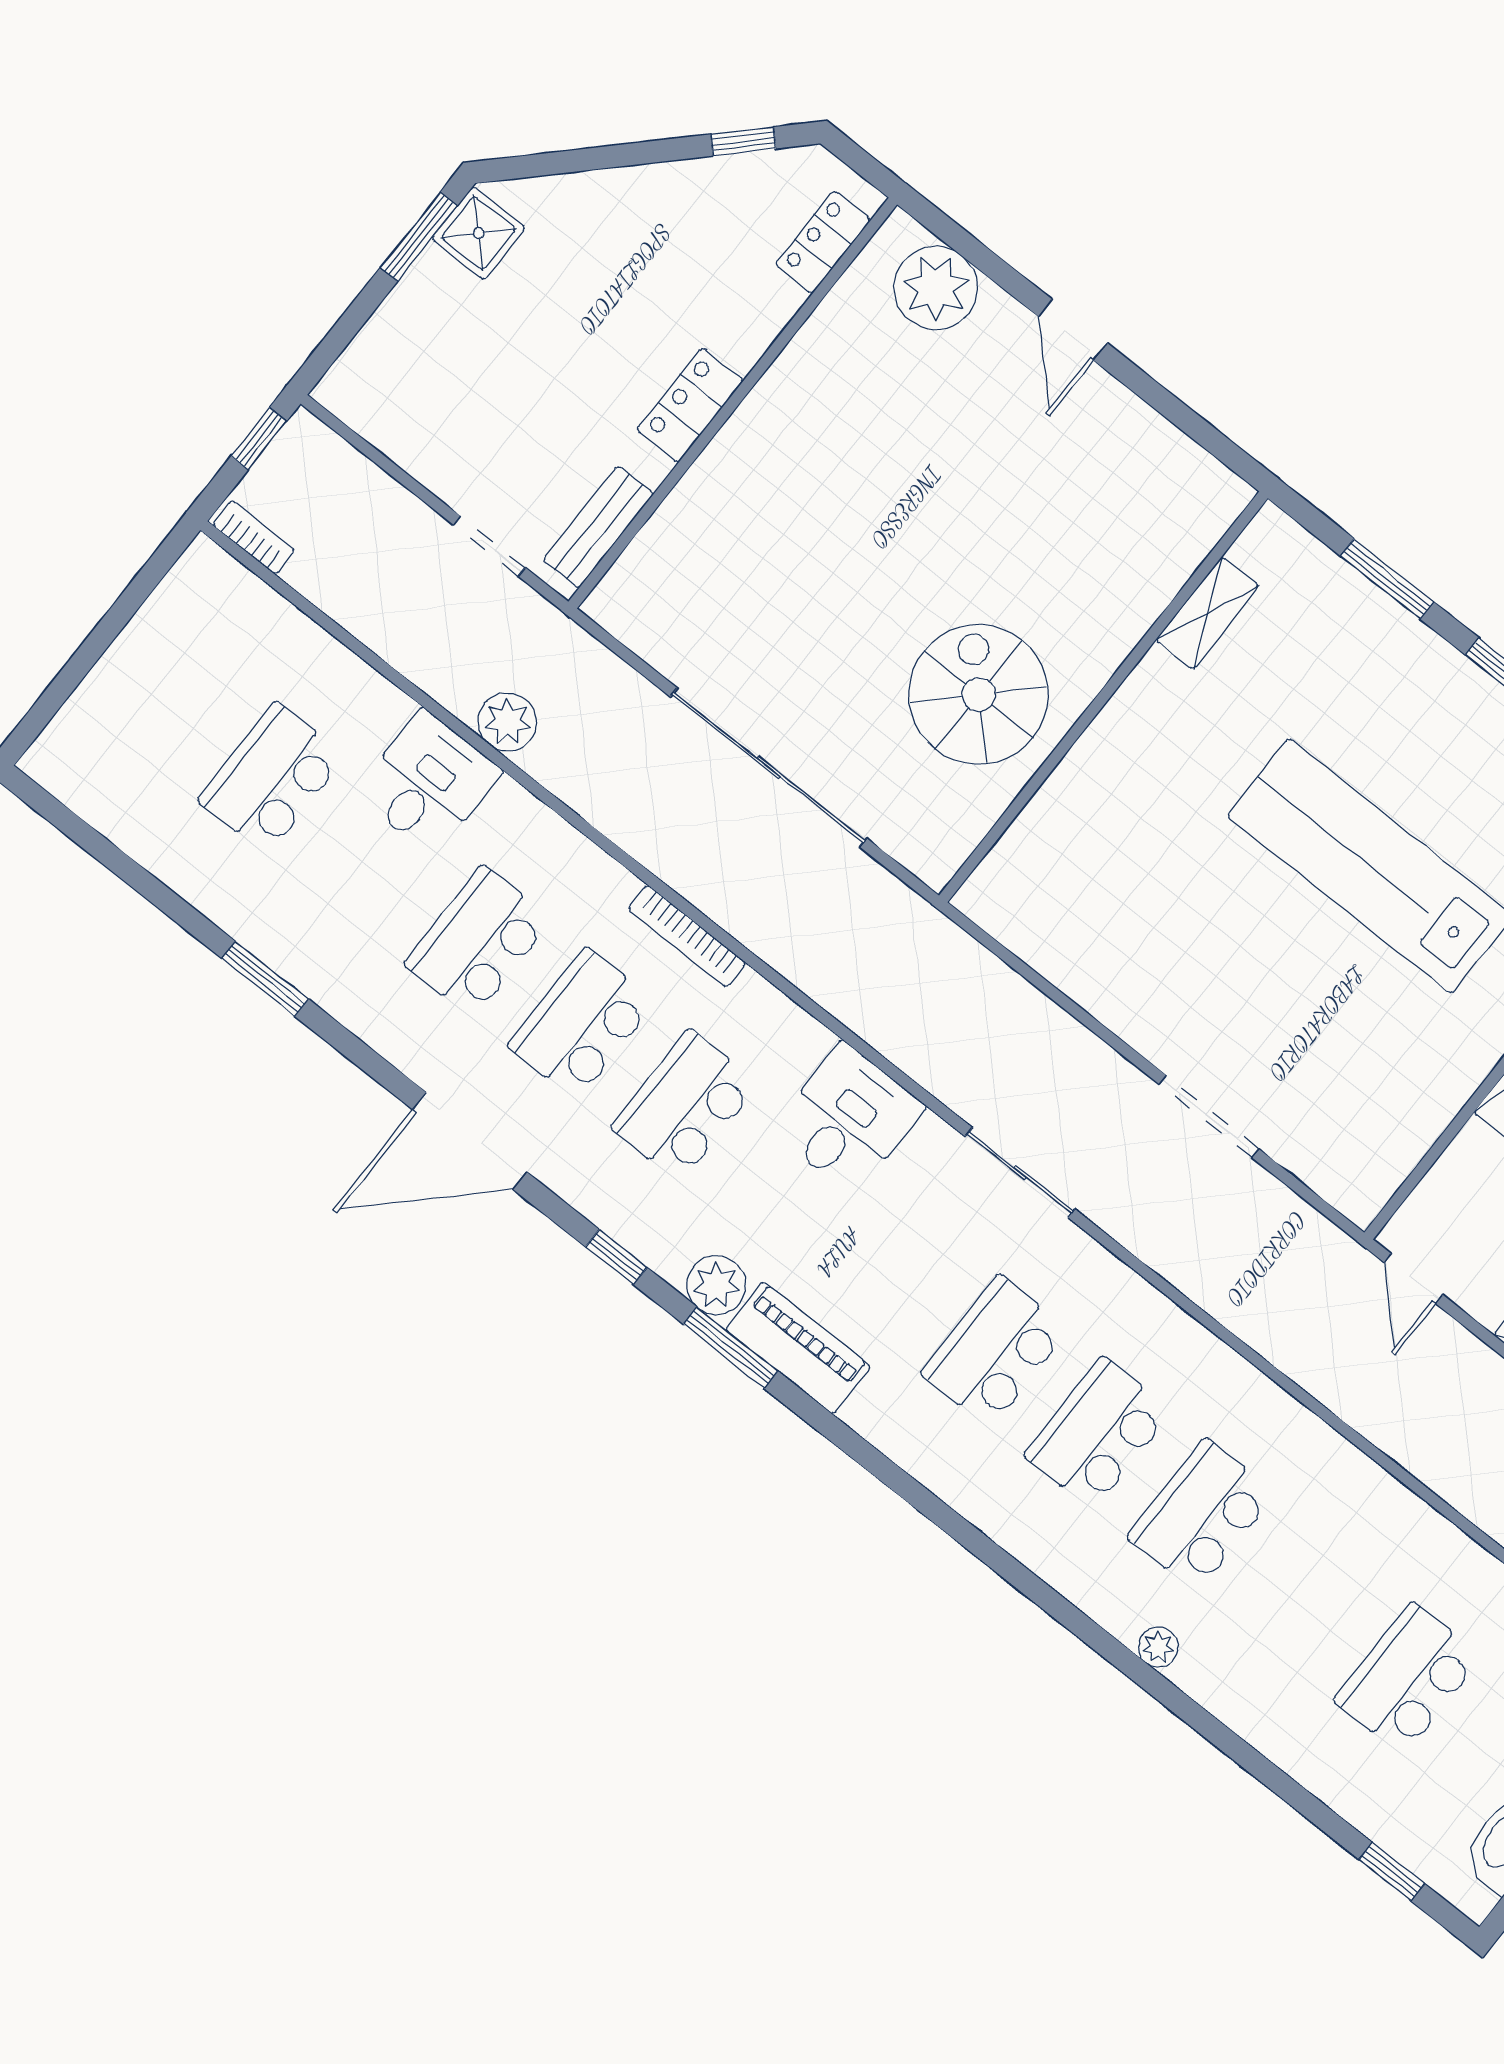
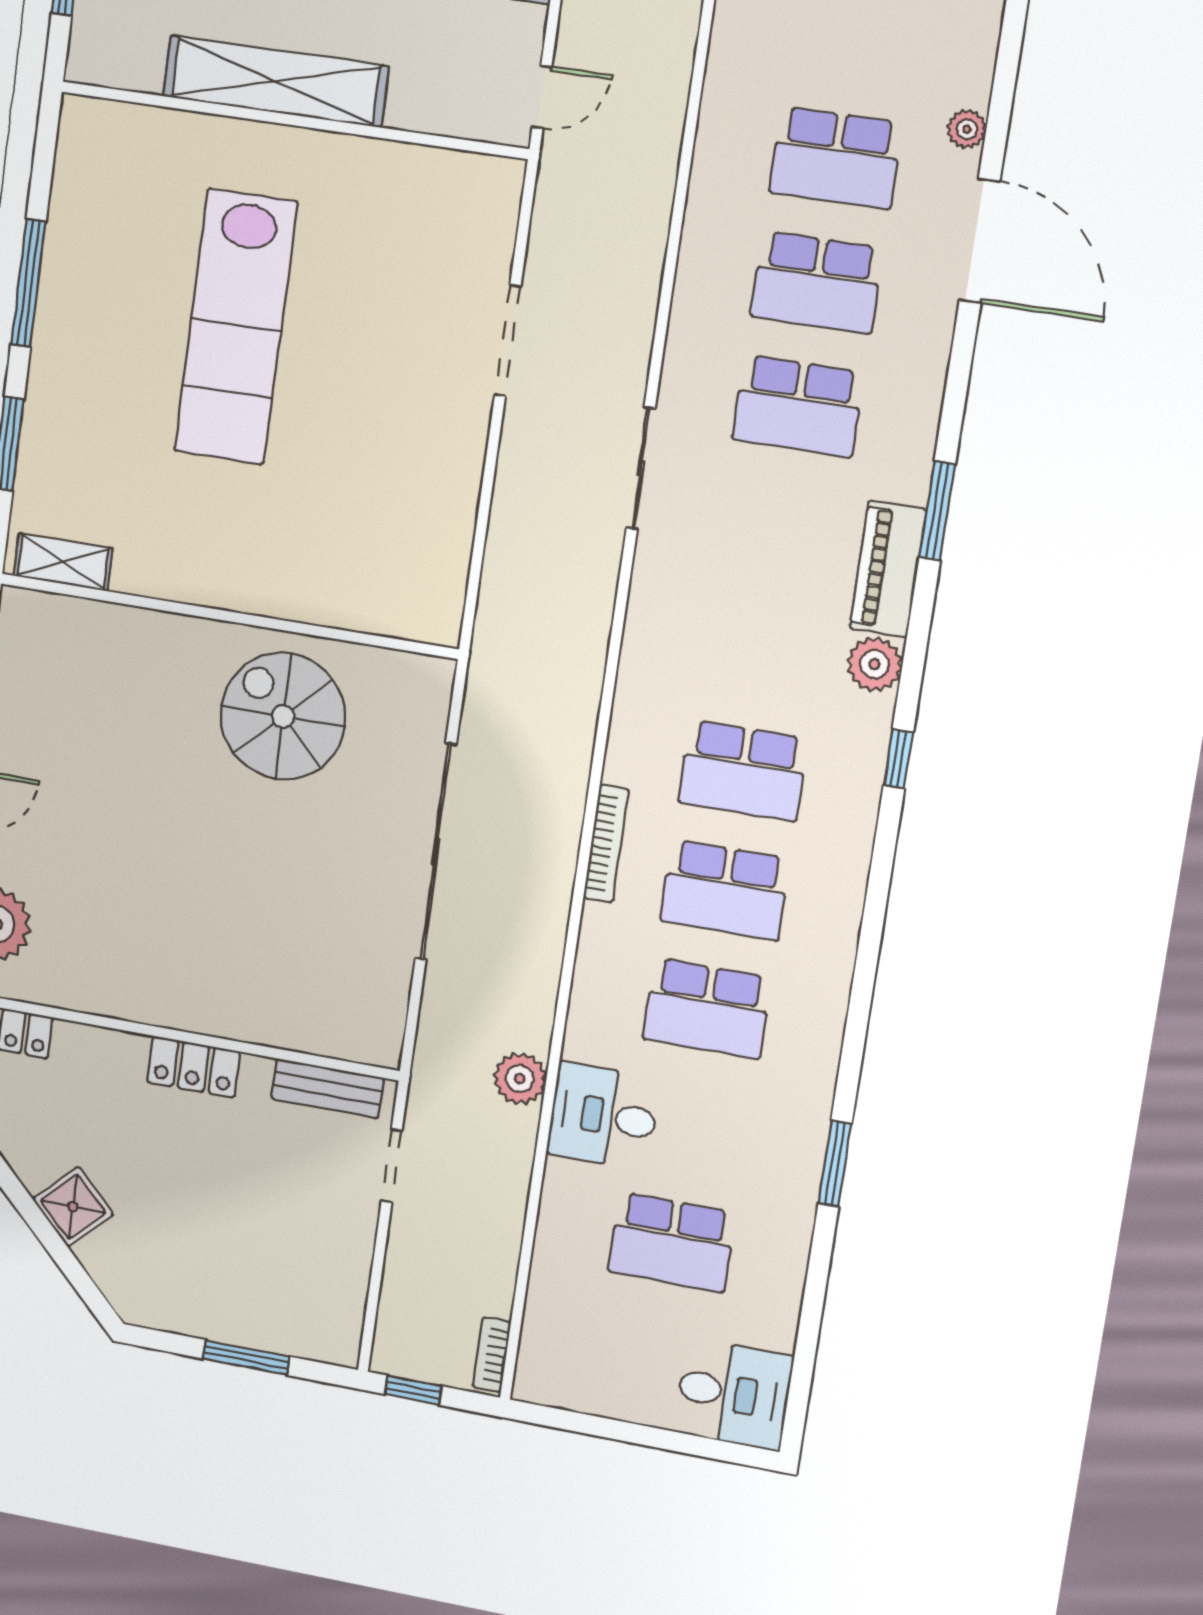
shower: (479, 233) -> (73, 1207), moved, turned 45
window: (419, 237) -> (246, 1358), moved
shelving: (1207, 613) -> (63, 562), moved
spiral stairs: (979, 694) -> (283, 716), turned 90
desk: (848, 1119) -> (733, 1394), moved, turned 180
door: (470, 1141) -> (980, 241), moved
window: (731, 1348) -> (937, 511), moved

